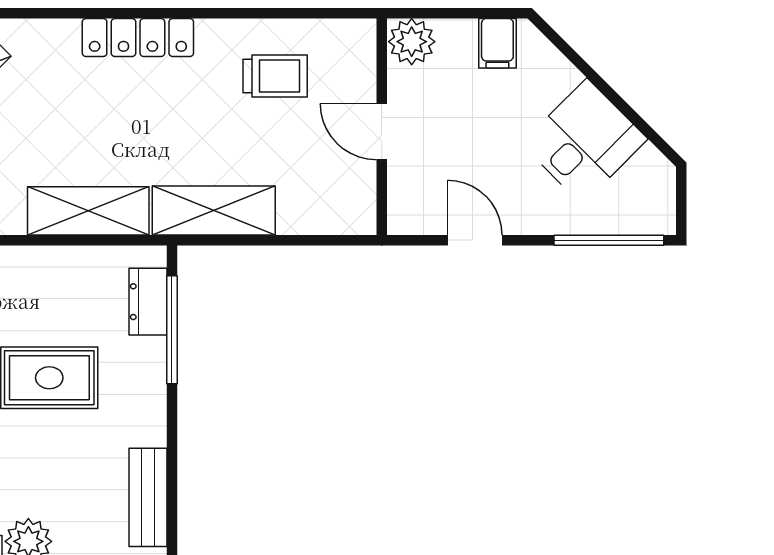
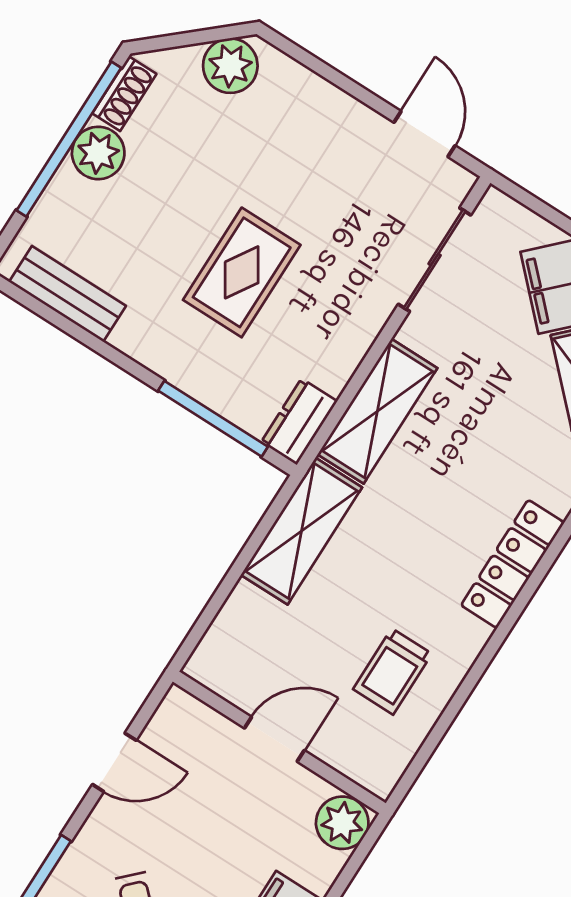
dresser: (148, 302) -> (299, 422), moved, turned -90

